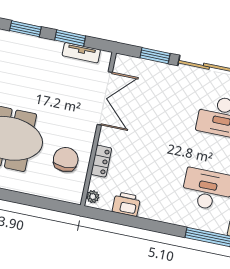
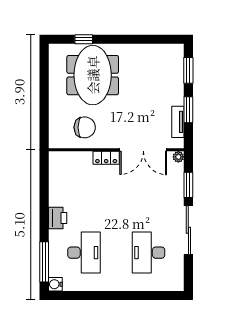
locker: (101, 161) -> (106, 158), moved
plant: (93, 197) -> (178, 157), moved
printer: (126, 204) -> (58, 218), moved

